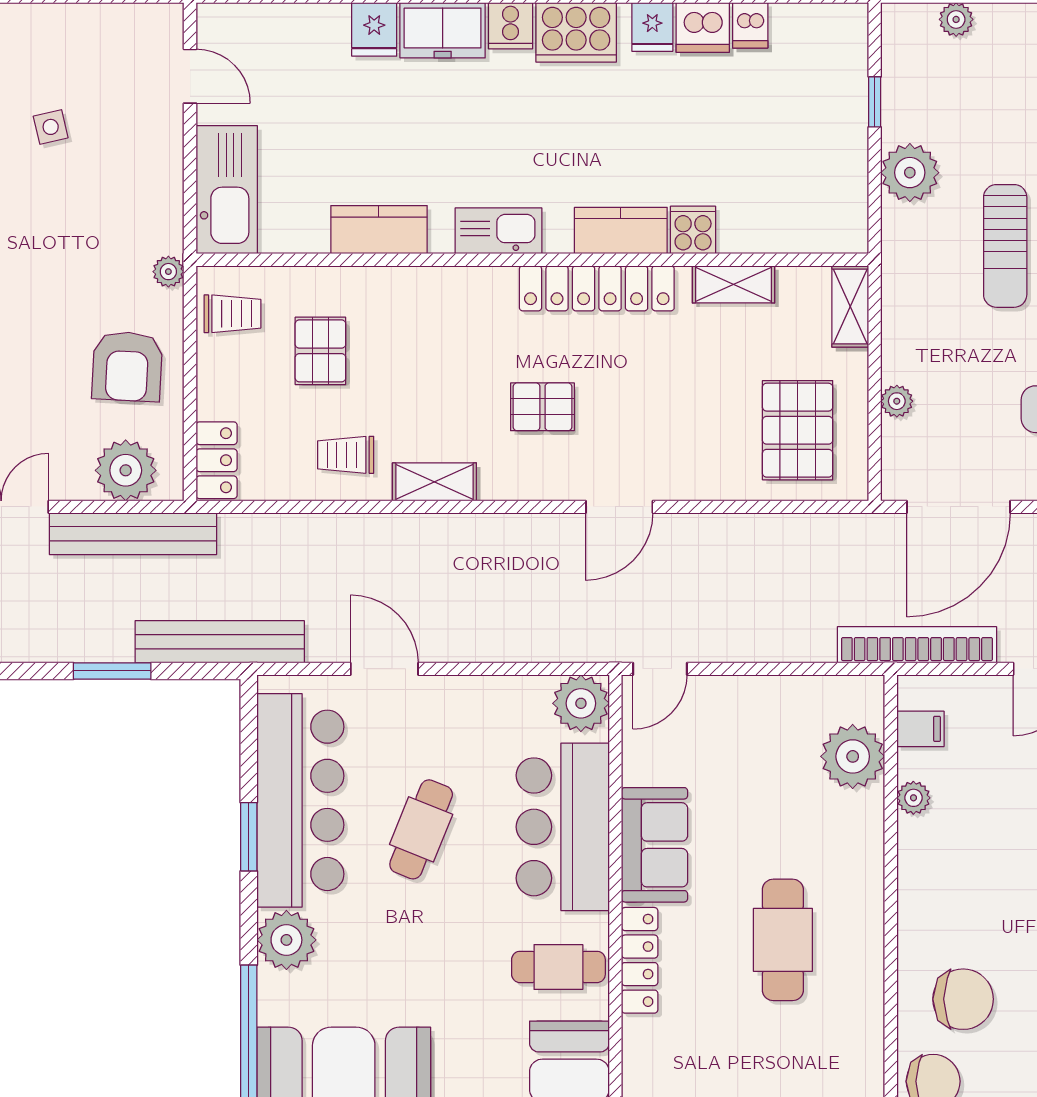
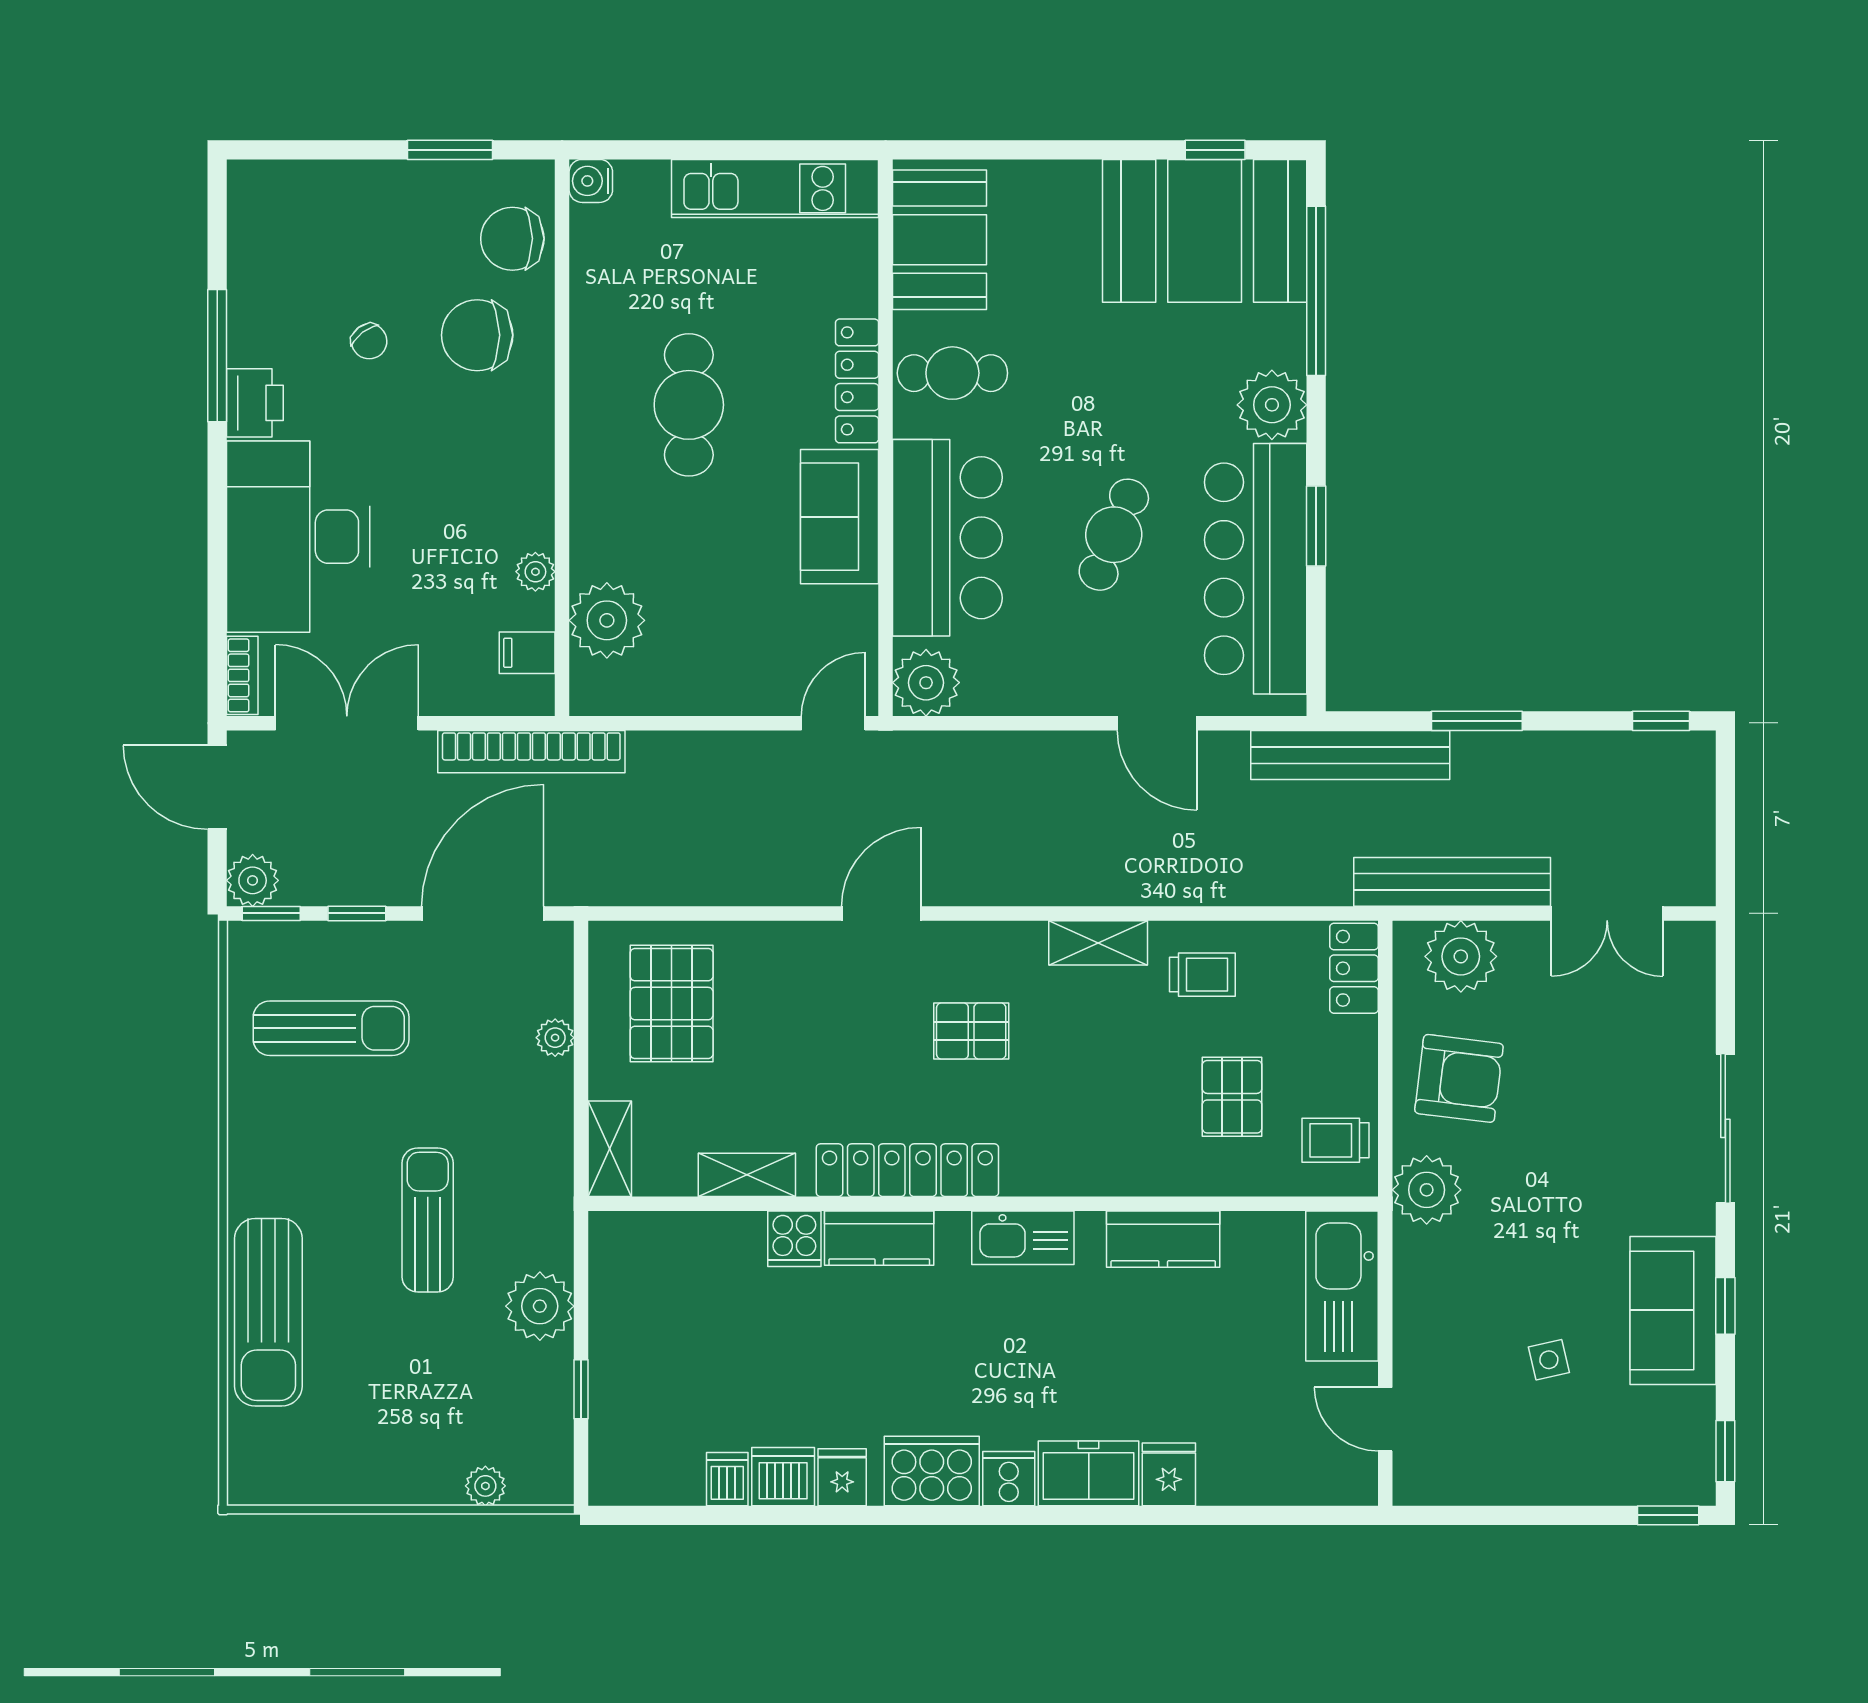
plant: (168, 272) -> (1427, 1190), width x1.88, depth x1.88
armchair: (127, 366) -> (1459, 1078), turned 94

